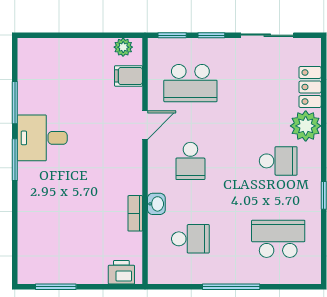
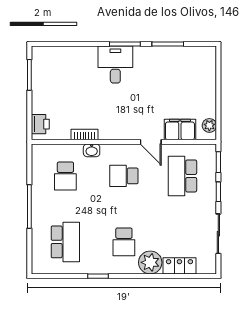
filing cabinet: (129, 76) -> (180, 129), width x2.00
desk: (42, 138) -> (115, 65), moved

